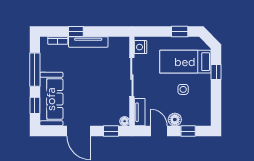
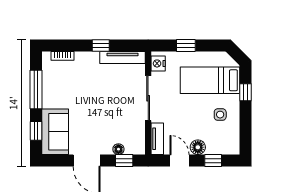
window: (76, 32) -> (101, 45), moved
window: (180, 32) -> (186, 45), moved
tv unit: (88, 42) -> (123, 58), moved
side table: (183, 89) -> (220, 115), moved
sofa: (51, 99) -> (55, 132), width x0.73
floor lamp: (125, 121) -> (118, 149), moved

